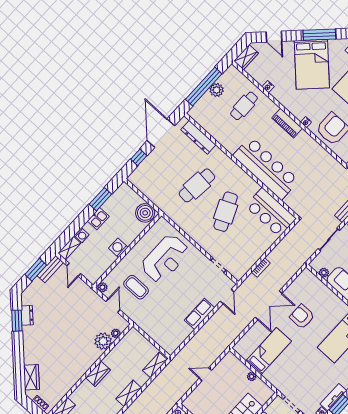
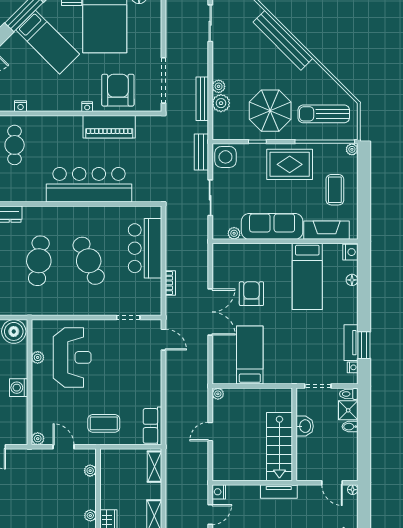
bed: (312, 64) -> (48, 42), width x0.67
piano: (287, 123) -> (109, 127), moved, width x1.37, depth x1.33
bar counter: (271, 212) -> (145, 248), moved, turned 90
plant: (145, 240) -> (38, 357), added
coffee table: (136, 287) -> (104, 423), moved
row of seats: (200, 314) -> (152, 426), moved
armchair: (302, 317) -> (251, 294), turned 90
plant: (103, 341) -> (90, 516), moved, width x0.53, depth x0.53
plant: (252, 376) -> (218, 394), moved

